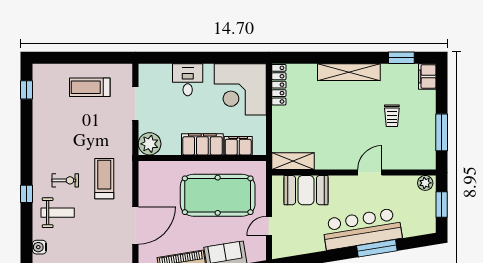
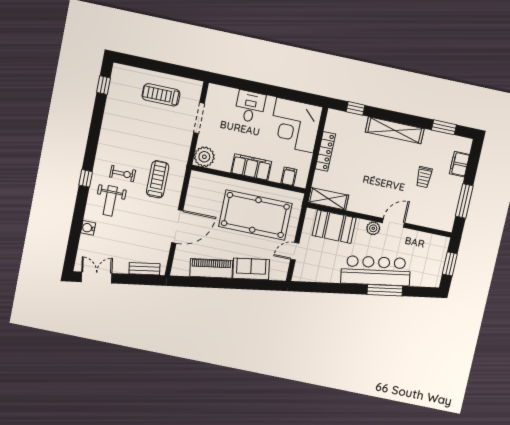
window: (301, 58) -> (355, 108), added
filing cabinet: (427, 76) -> (459, 164), moved
locker: (279, 85) -> (325, 151), moved
filing cabinet: (238, 146) -> (289, 176), width x0.50
plant: (425, 183) -> (373, 228), moved
weight bench: (58, 213) -> (110, 201), turned 90

